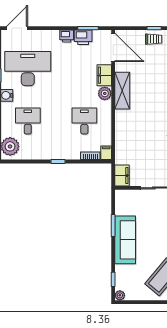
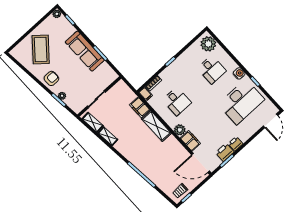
shelving: (122, 91) -> (156, 126), moved
filing cabinet: (122, 176) -> (140, 107), moved

